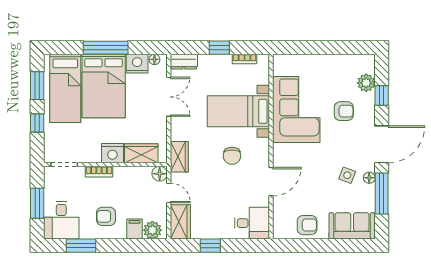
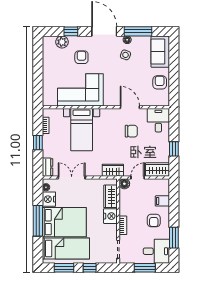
chair: (232, 156) -> (131, 131), moved
plant: (152, 230) -> (163, 189), removed

